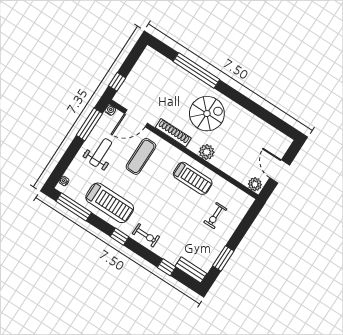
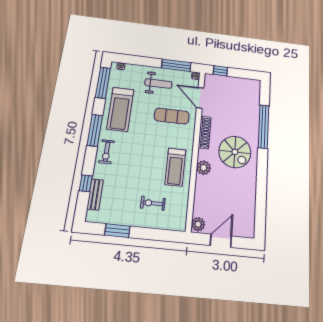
window: (119, 237) -> (95, 130), width x2.17
bench: (191, 270) -> (95, 194), moved

